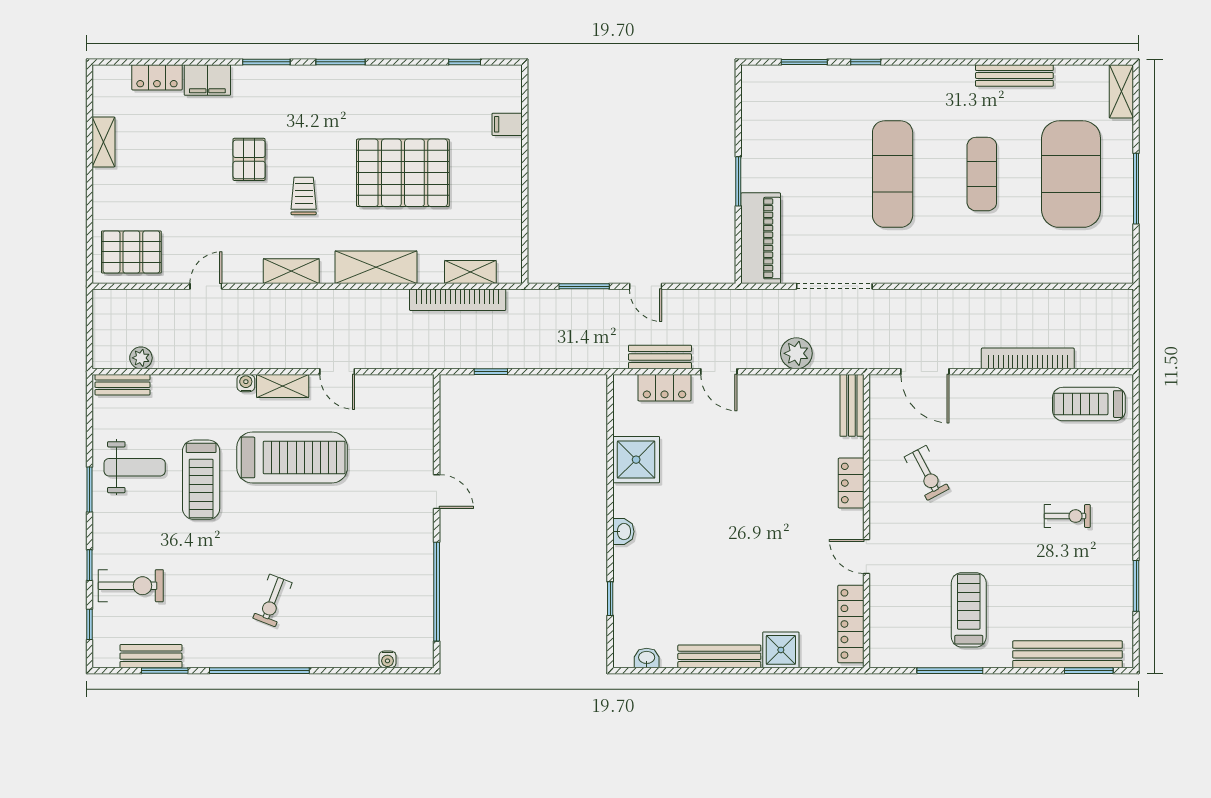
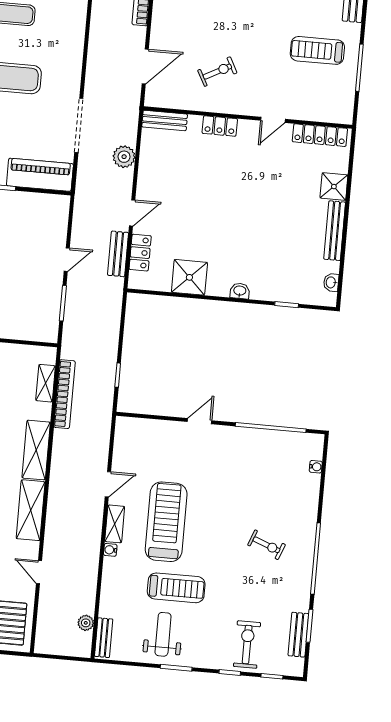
shelving: (291, 271) -> (31, 510), width x1.50, depth x1.33

